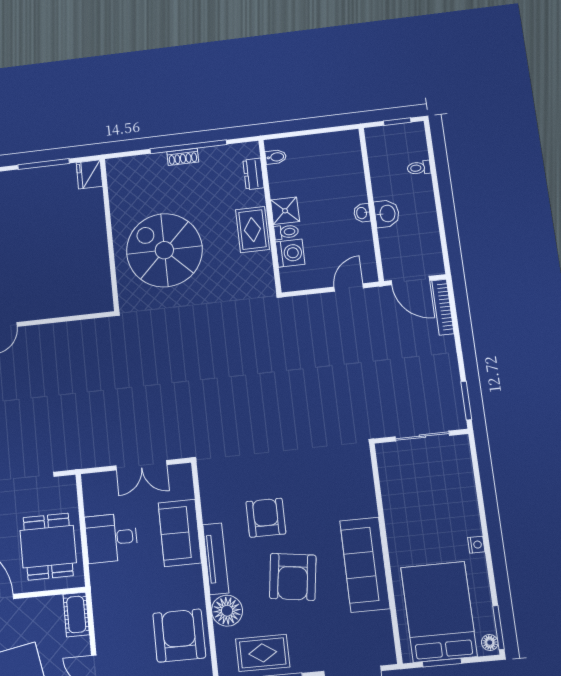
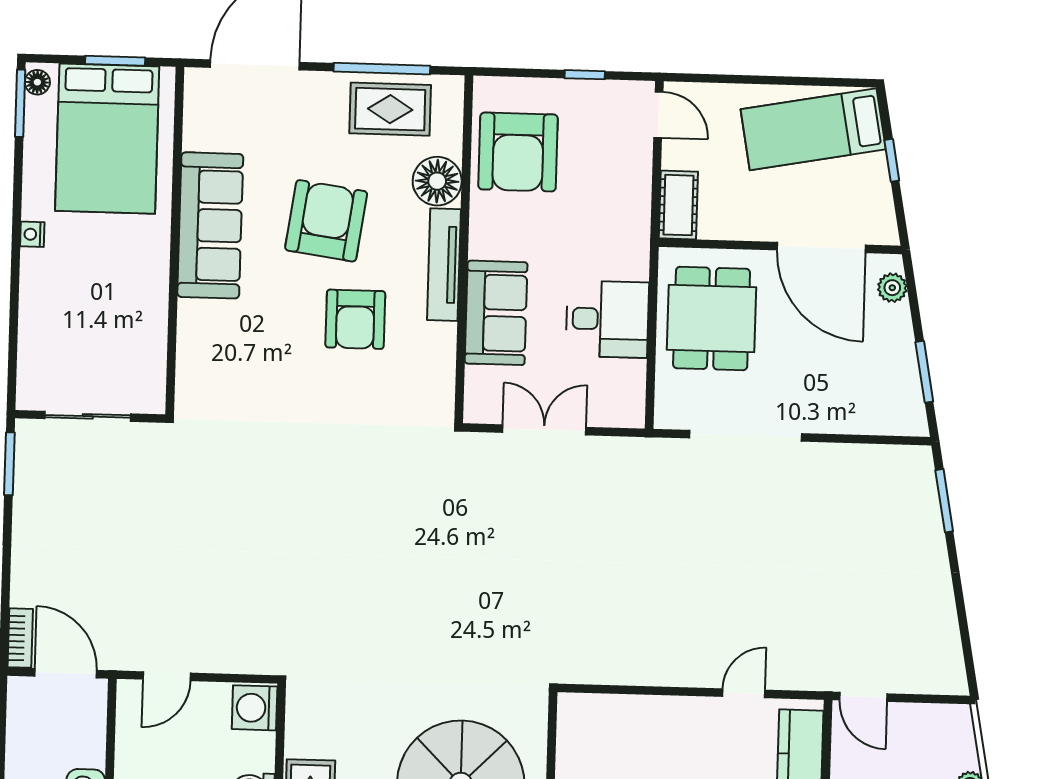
washing machine: (290, 253) -> (255, 708), moved
bookcase: (443, 307) -> (20, 638), width x0.64

